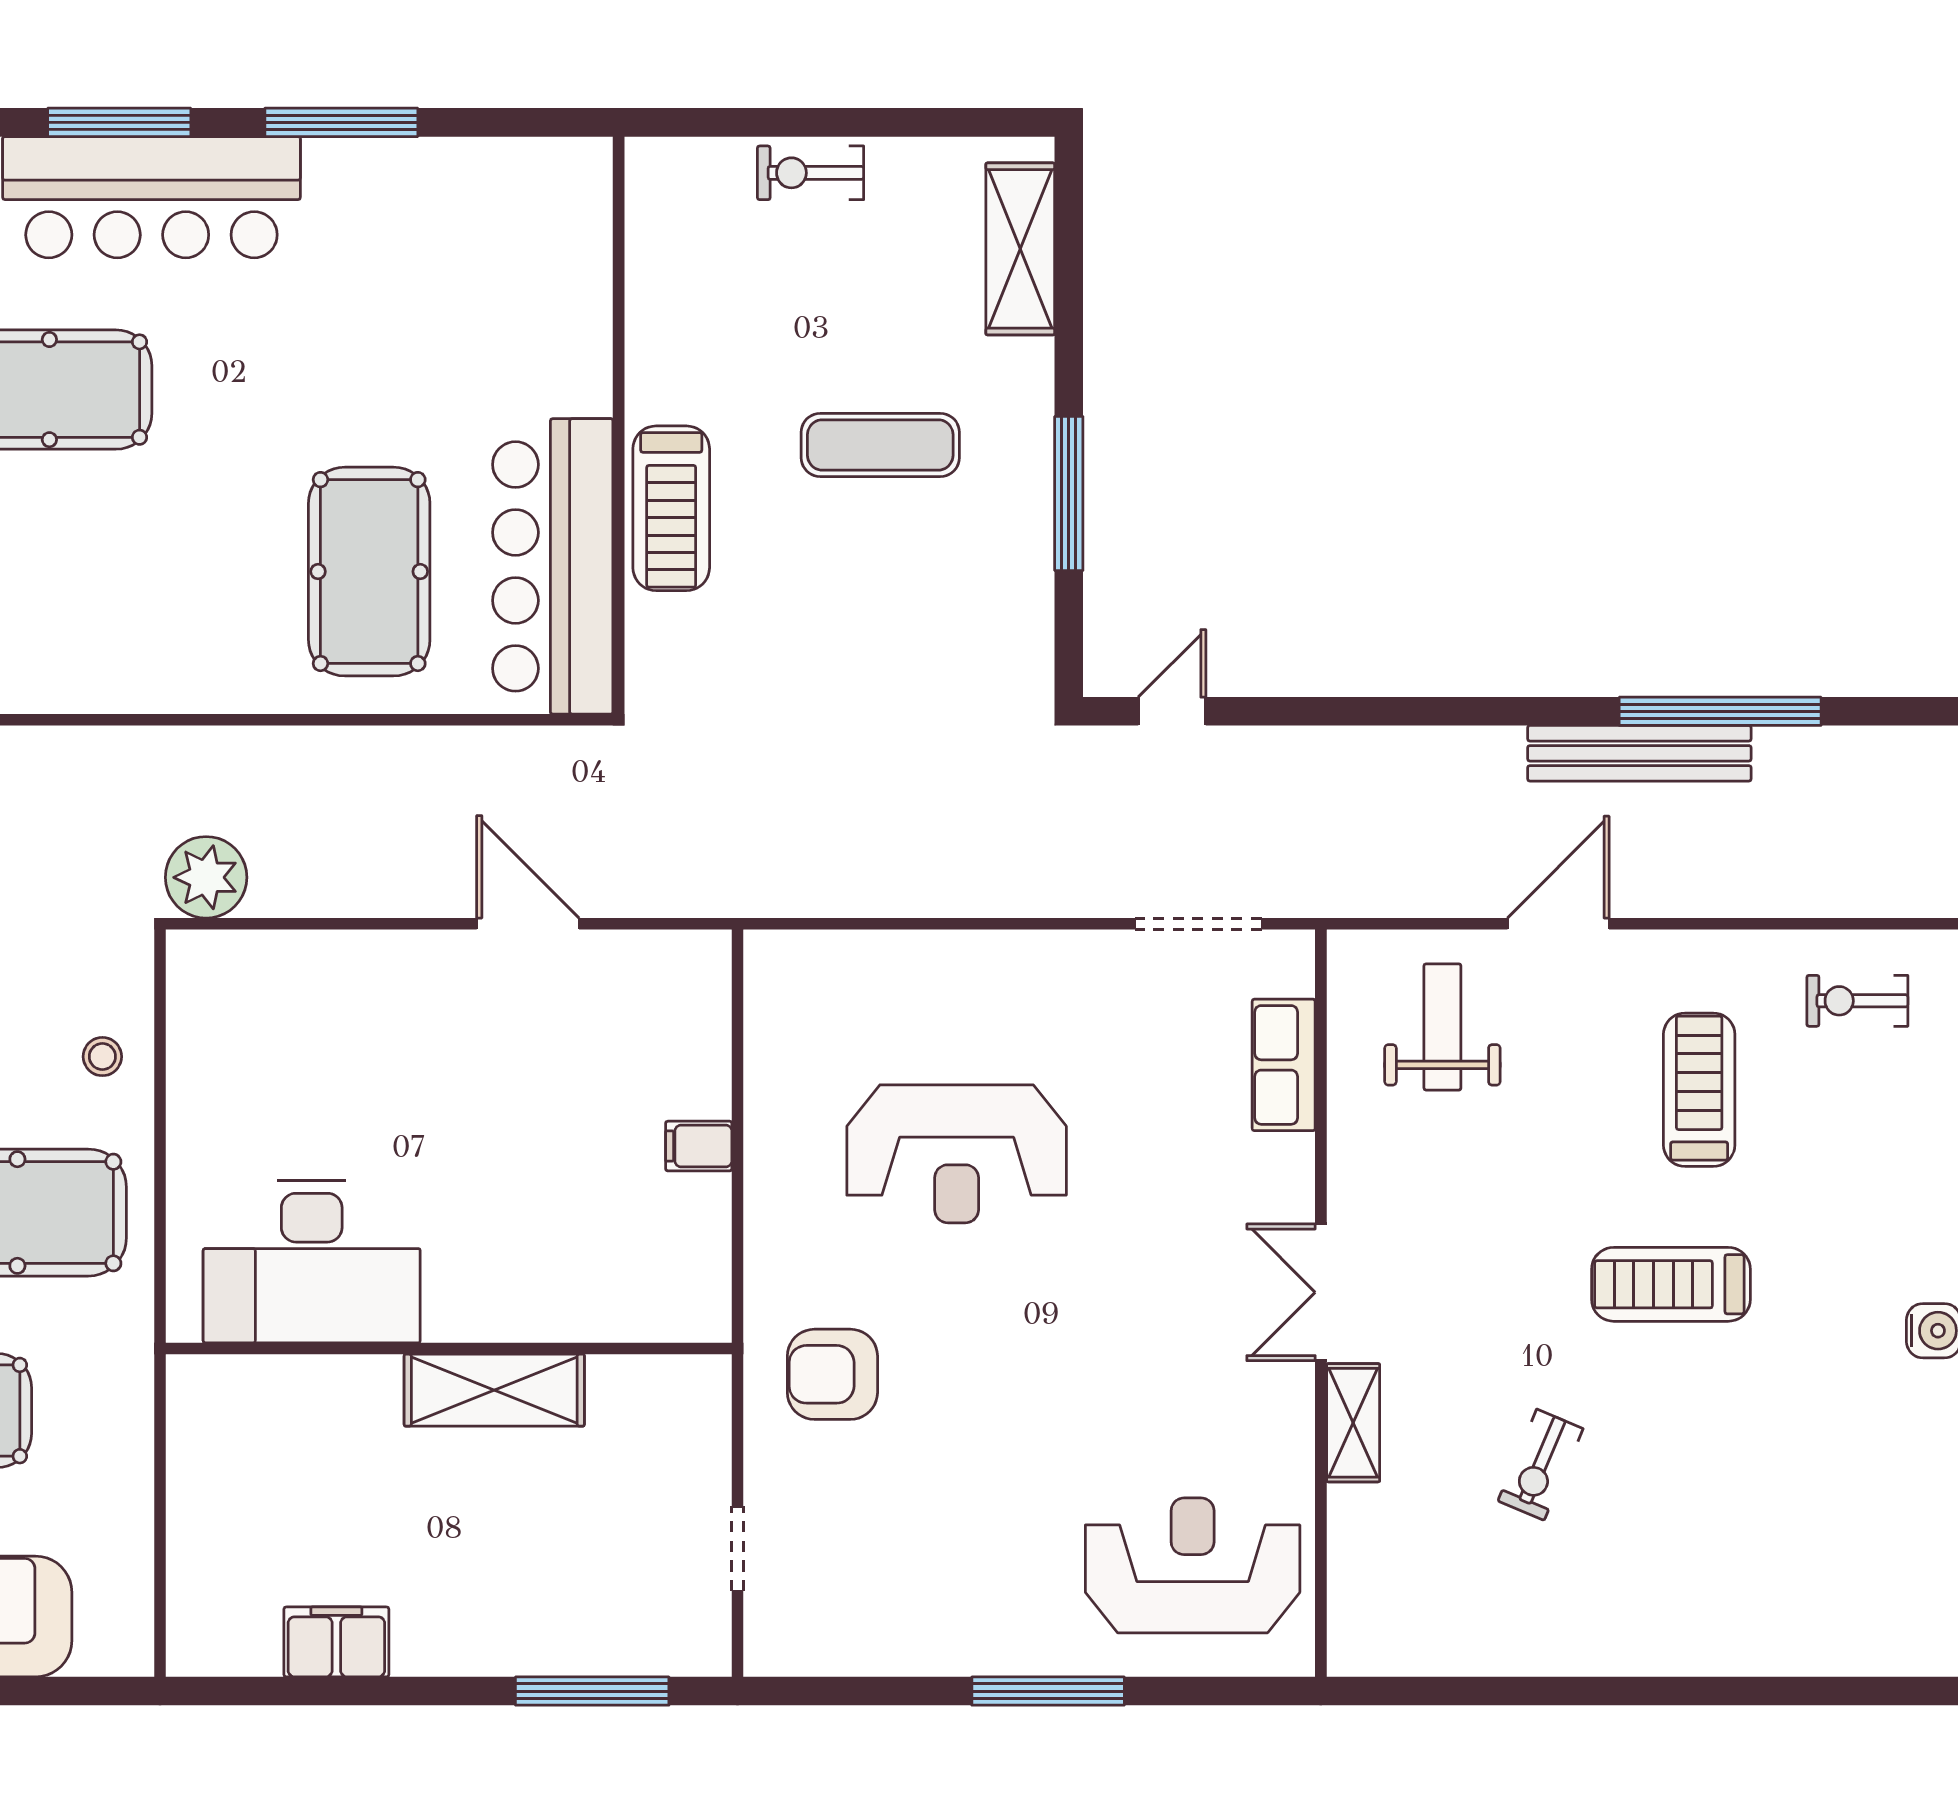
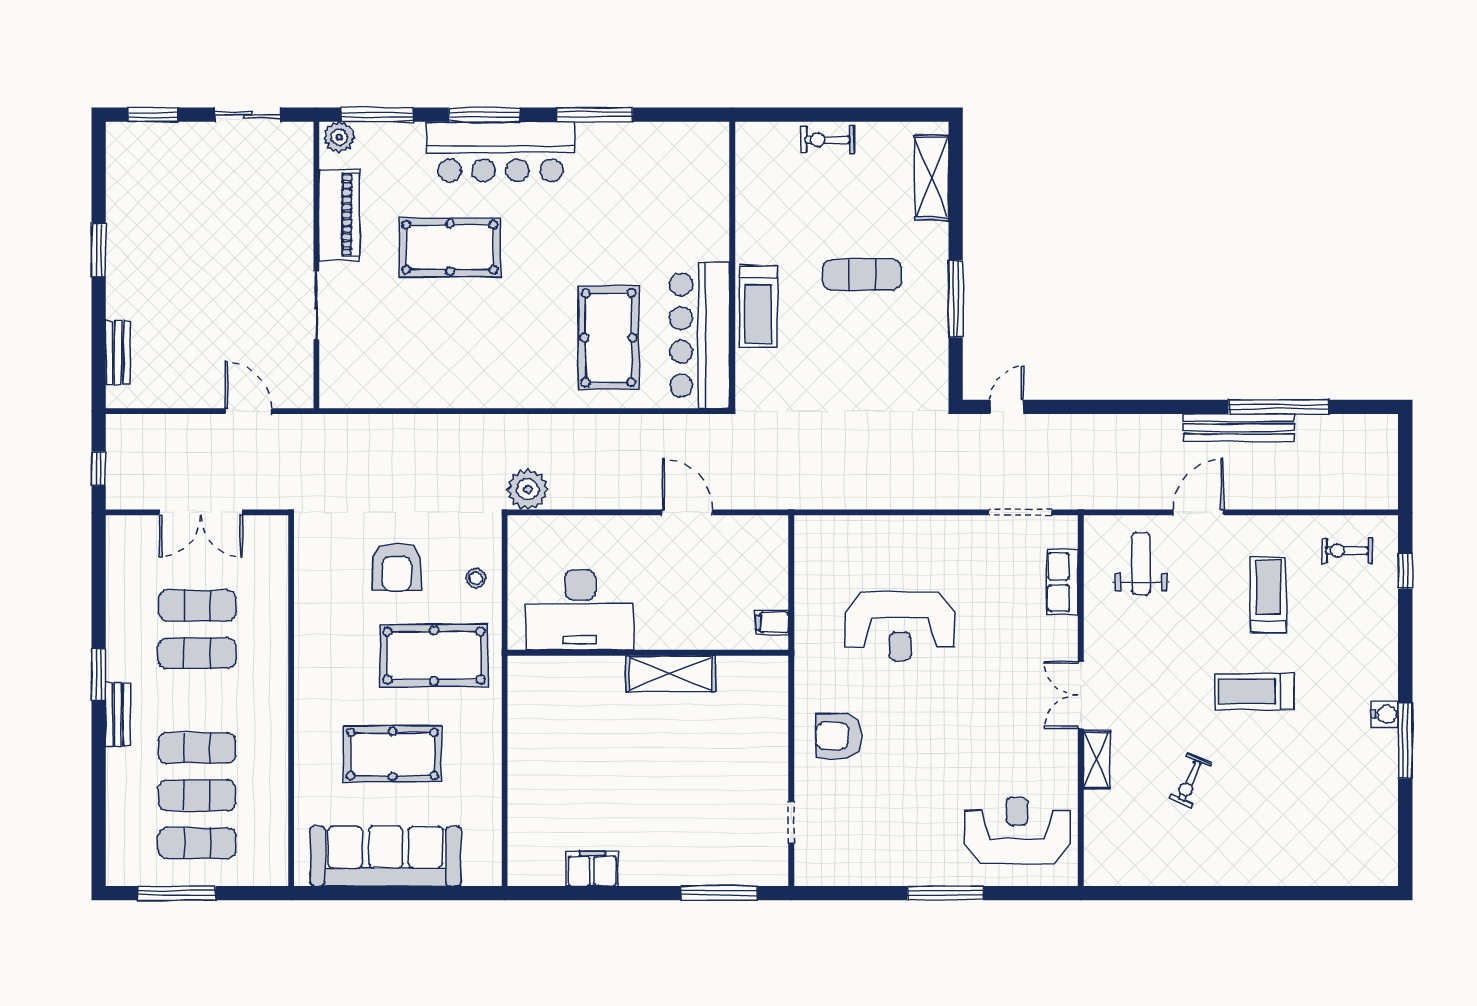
desk: (312, 1262) -> (580, 610), moved
wall: (449, 1348) -> (648, 653), moved
shelving: (494, 1390) -> (671, 674), moved

